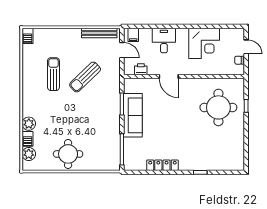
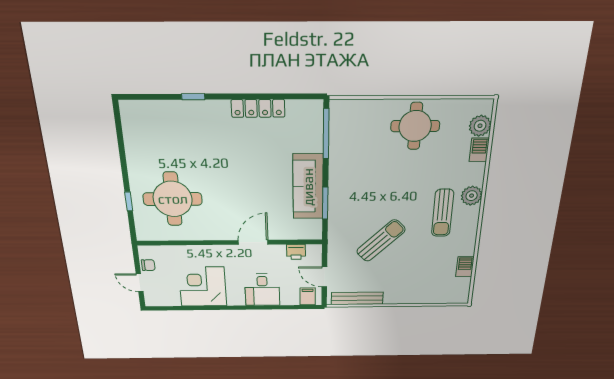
barbecue: (27, 36) -> (465, 267), moved
sun lounger: (53, 74) -> (443, 213), moved
door: (169, 77) -> (253, 242), hinge flipped
plant: (29, 124) -> (472, 196), moved

